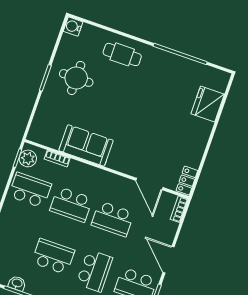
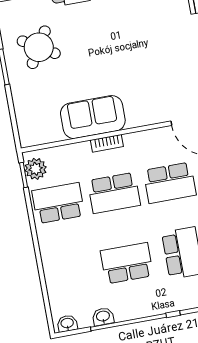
round table: (76, 78) -> (39, 47), turned 31
bookcase: (57, 159) -> (107, 143), moved

